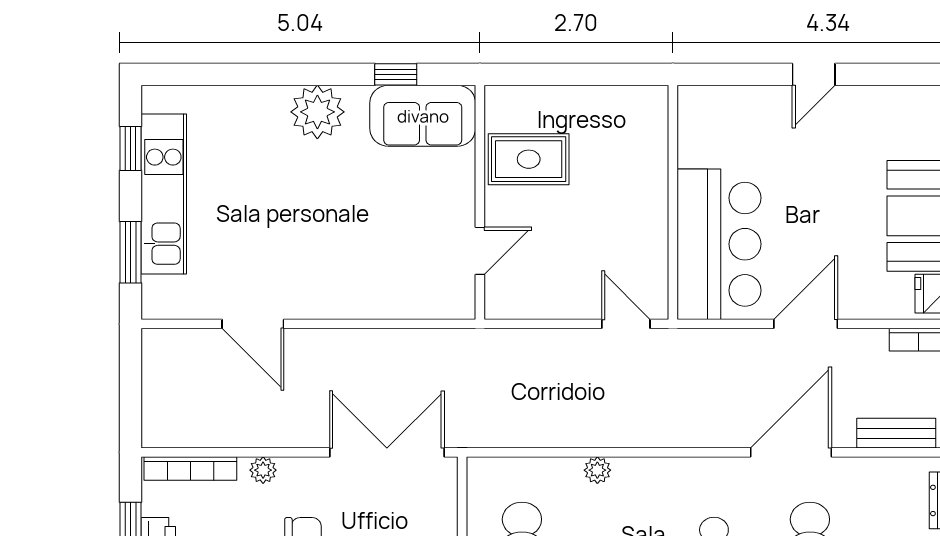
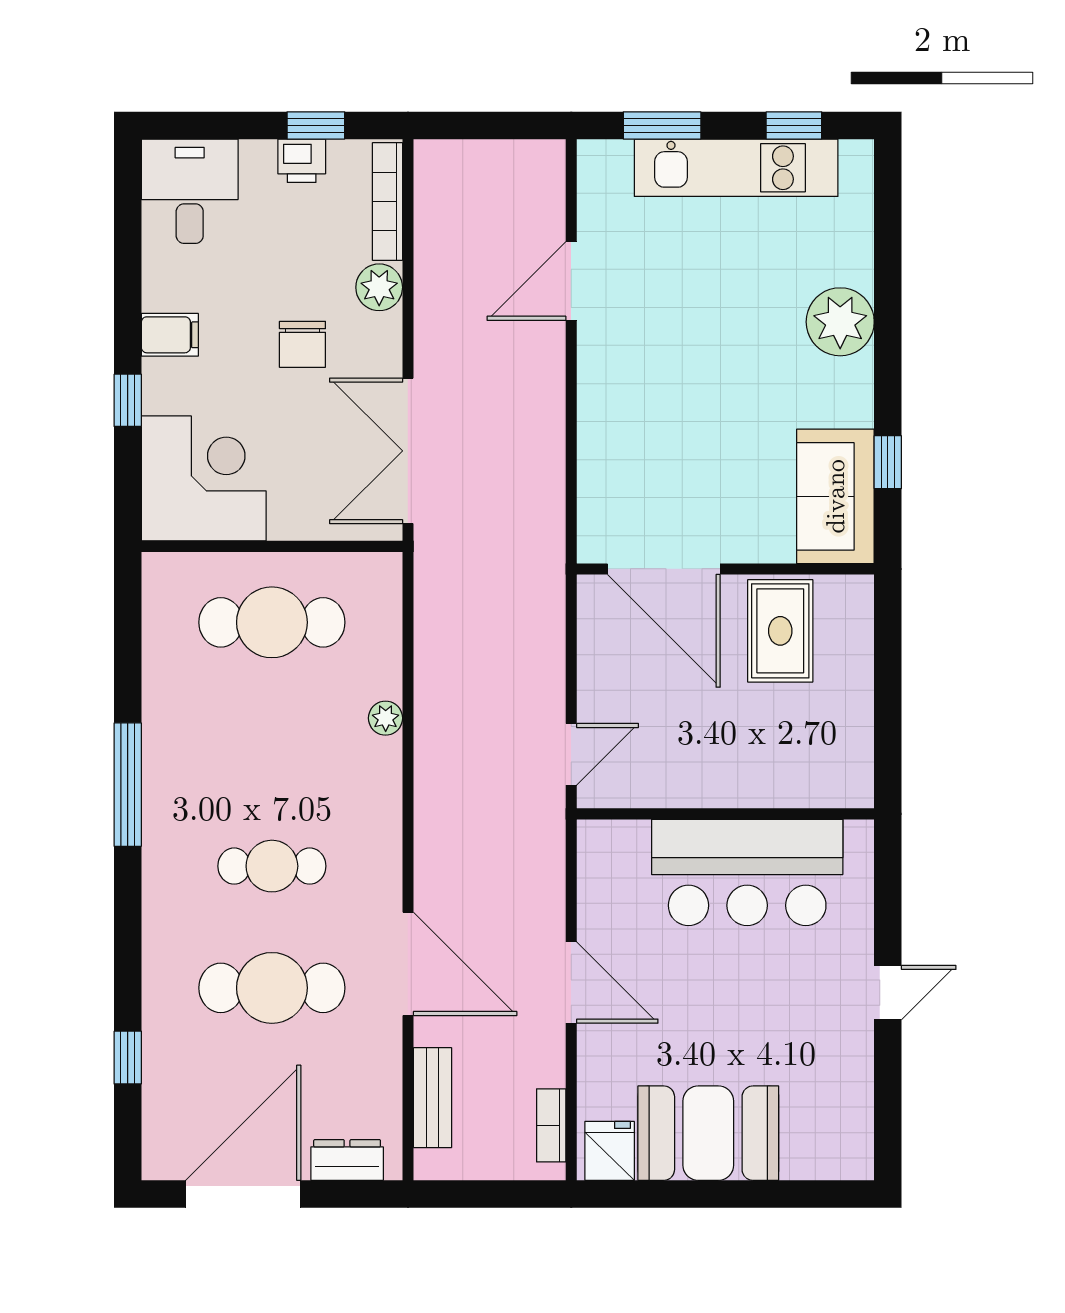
door: (814, 74) -> (888, 993), swing flipped
plant: (317, 112) -> (840, 322), moved
bar counter: (719, 244) -> (747, 872), moved
door: (480, 251) -> (664, 569), width x1.87
double door: (387, 452) -> (408, 451), swing flipped
plant: (263, 470) -> (379, 287), width x1.38, depth x1.38

